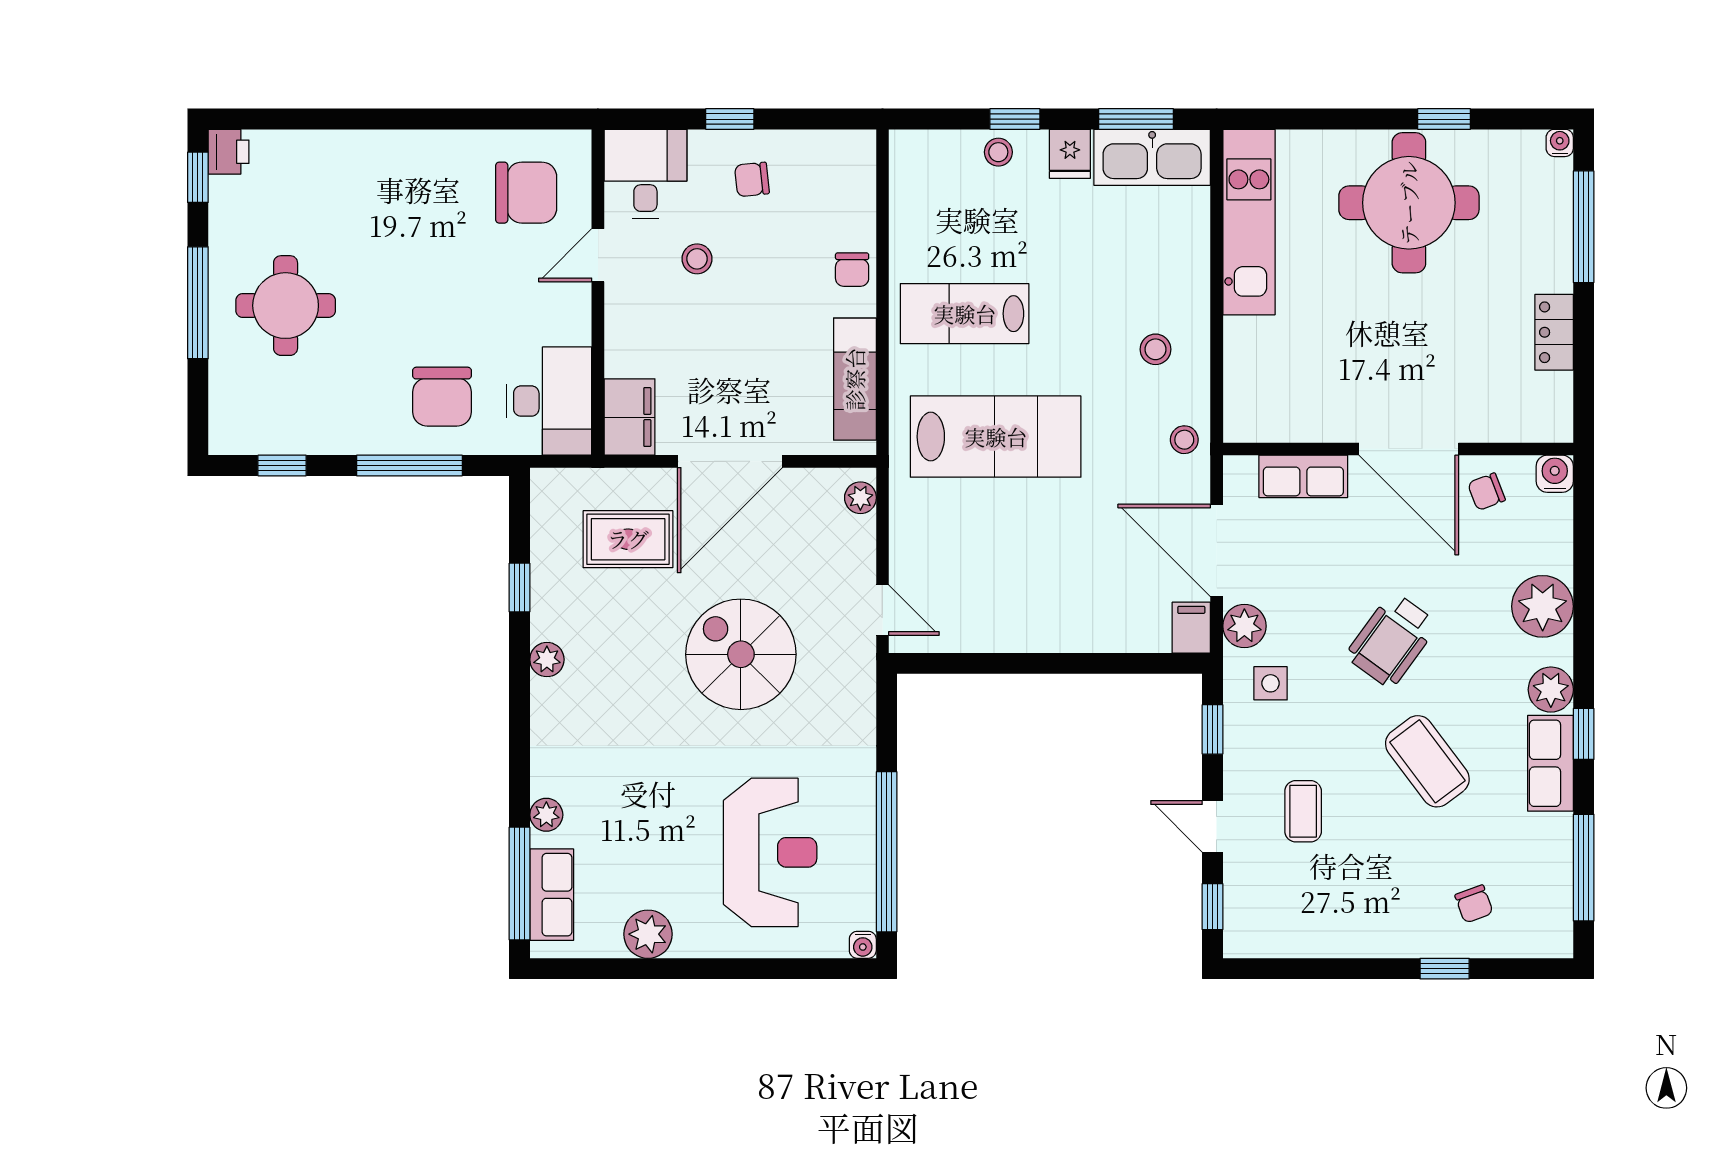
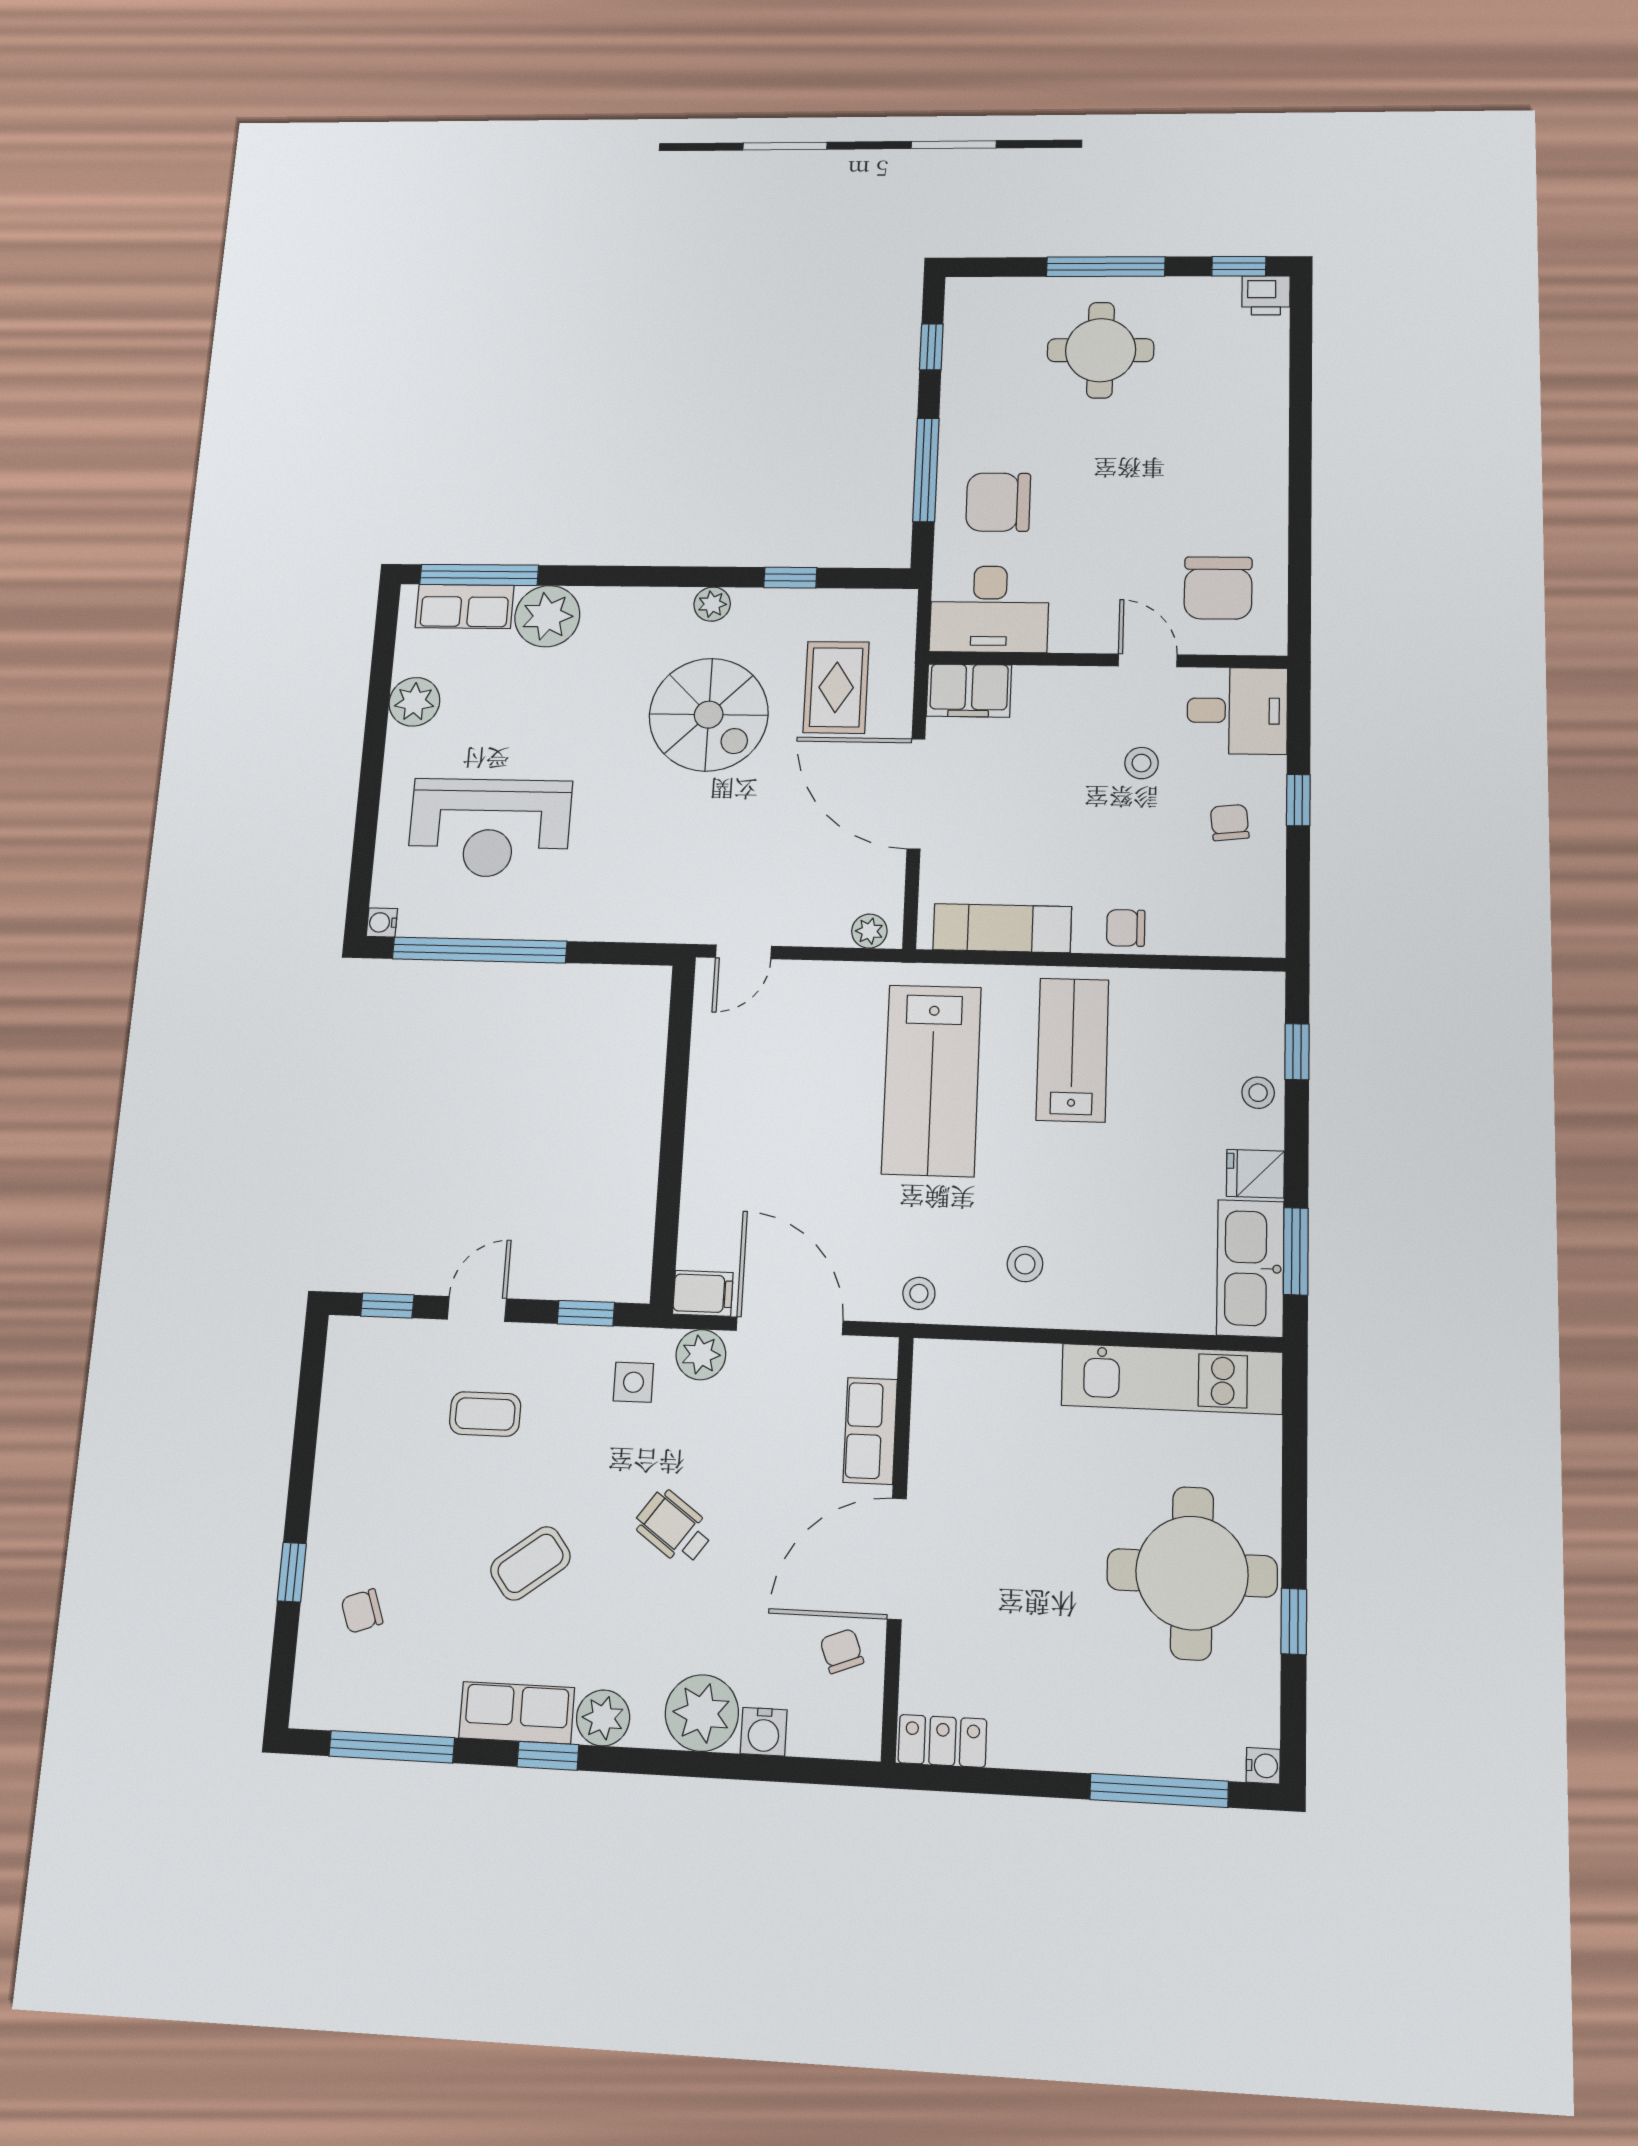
window: (1015, 119) -> (1297, 1052), moved
locker: (1554, 332) -> (942, 1741), moved
water cooler: (1555, 474) -> (764, 1732), moved, turned 90
door: (1217, 550) -> (790, 1326), hinge flipped
wheelchair: (1392, 640) -> (674, 1527), width x0.73, depth x0.73
spiral stairs: (741, 654) -> (709, 715), moved, turned 90
coffee table: (1427, 761) -> (530, 1563), width x0.73, depth x0.77
plant: (546, 815) -> (547, 616), width x1.88, depth x1.88

